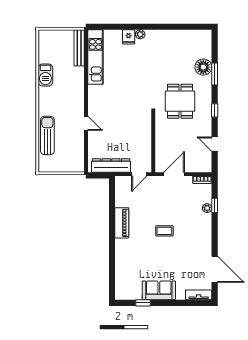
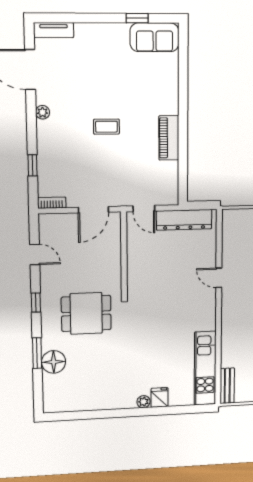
bench: (79, 48) -> (227, 386), width x0.73
dining table: (180, 101) -> (86, 313), turned 90
door: (139, 174) -> (144, 208), swing flipped
plant: (207, 208) -> (43, 112), moved
sofa: (159, 290) -> (155, 37), moved

